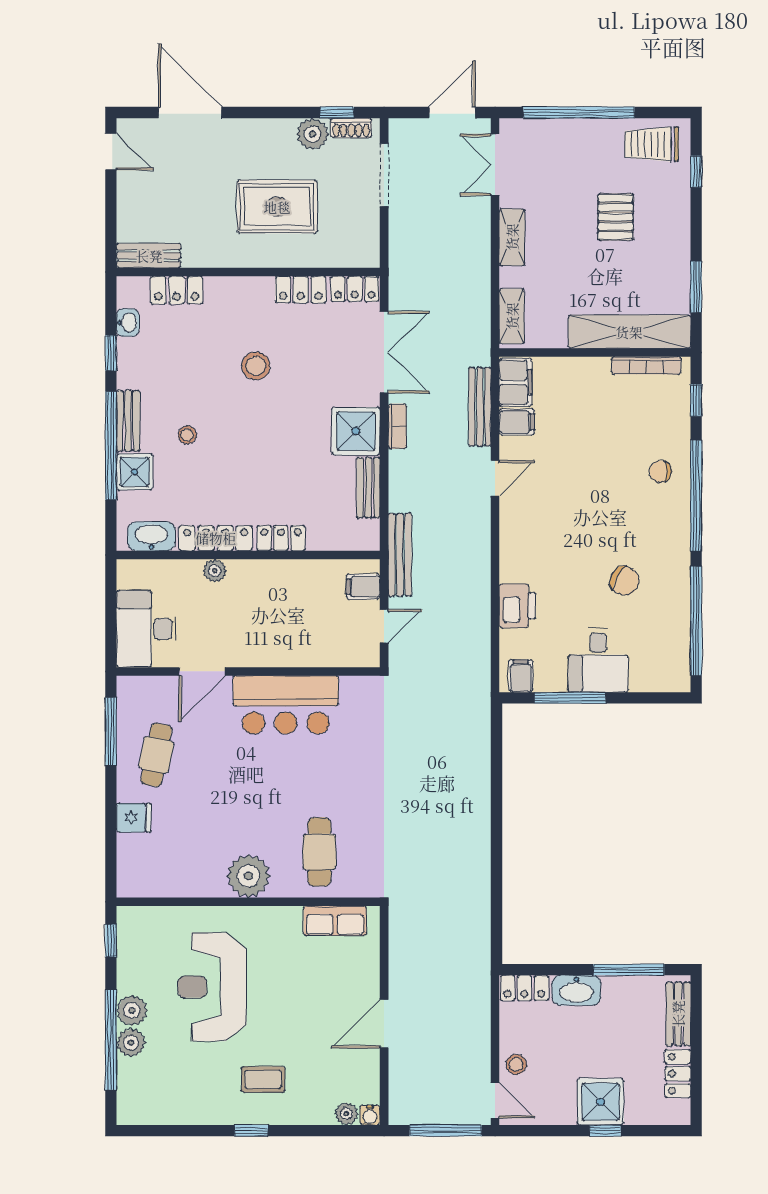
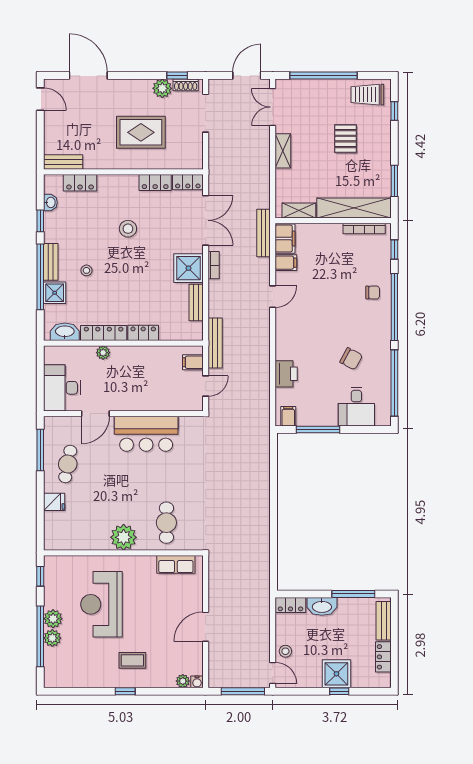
shelving: (512, 316) -> (299, 211), moved, turned 90
bench: (480, 407) -> (264, 233), moved
chair: (660, 471) -> (373, 293), turned 180
desk: (598, 660) -> (356, 407), moved

